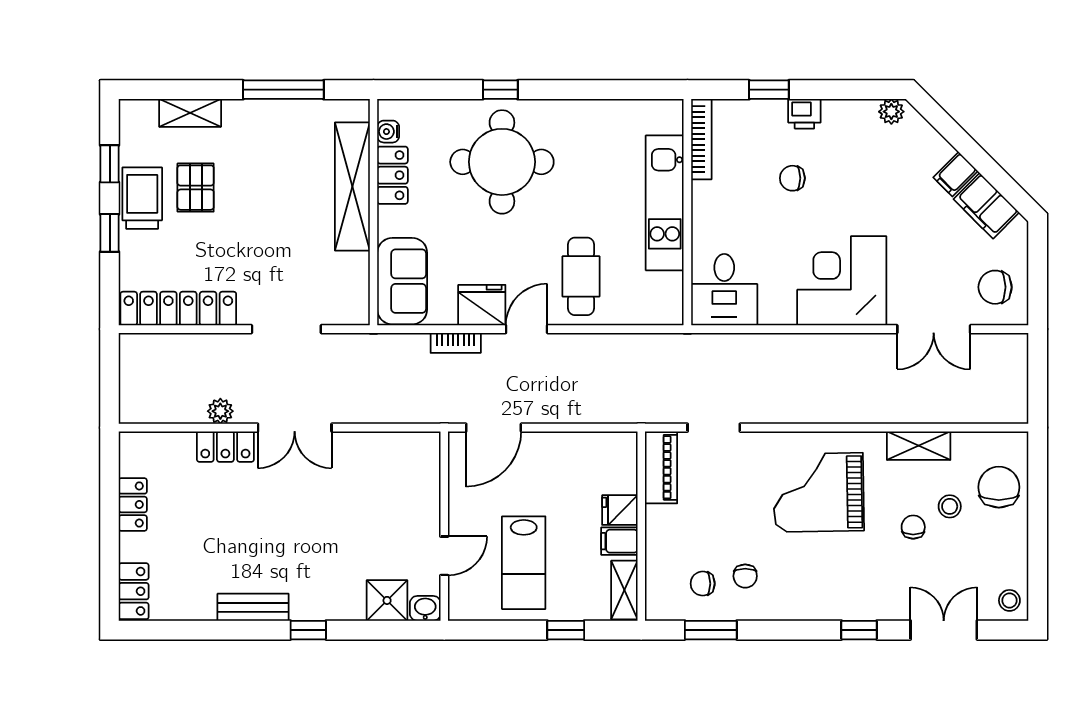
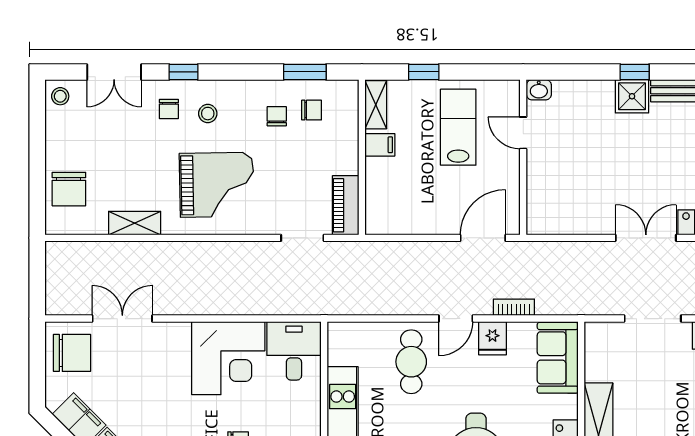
corner desk: (842, 281) -> (228, 358), moved
chair: (995, 287) -> (72, 353), width x1.37, depth x1.37
fridge: (482, 305) -> (492, 338), width x0.72
stool: (950, 506) -> (208, 114), moved
fridge: (620, 510) -> (379, 170), removed
chair: (913, 527) -> (169, 109), moved
door: (444, 556) -> (523, 133), hinge flipped
shower: (387, 600) -> (632, 96), moved

